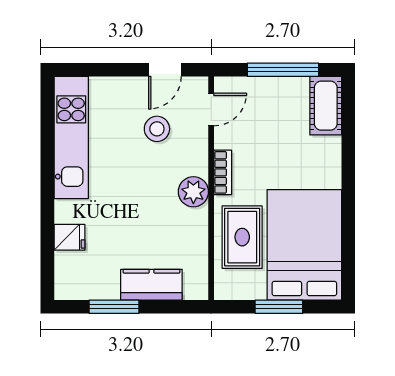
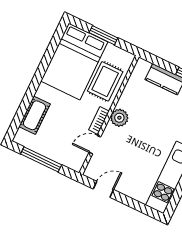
cot: (326, 106) -> (35, 115), moved
door: (211, 110) -> (95, 145), moved
stool: (157, 129) -> (123, 160), removed

